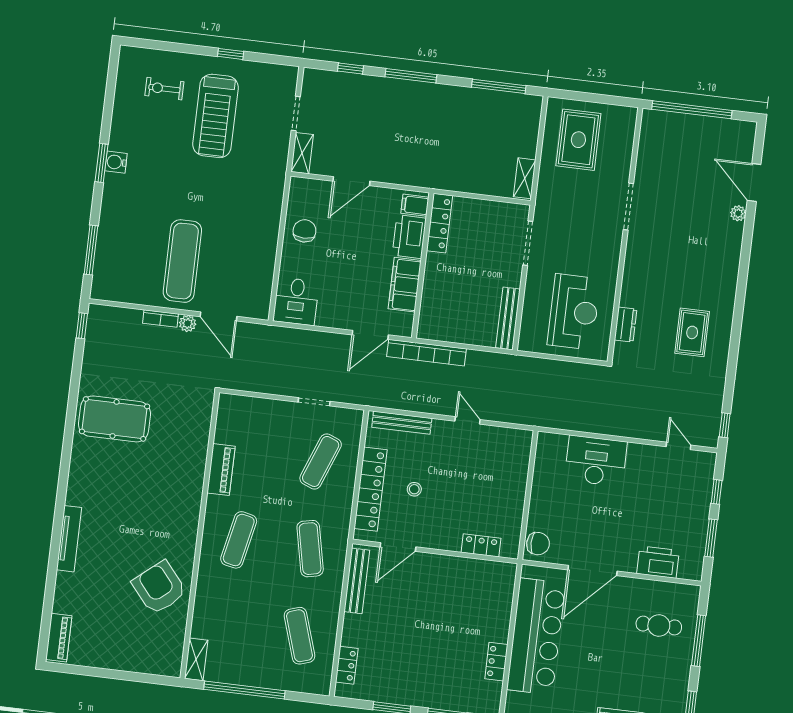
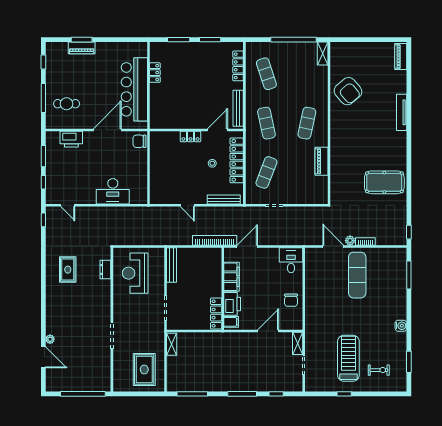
window: (102, 163) -> (409, 362), moved
locker: (481, 545) -> (190, 136), moved
locker: (347, 665) -> (238, 66), width x1.53

